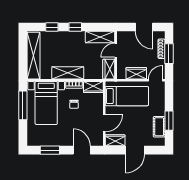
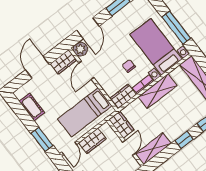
window: (169, 121) -> (42, 139), moved
plant: (97, 140) -> (80, 49), added
door: (82, 150) -> (88, 28), hinge flipped

